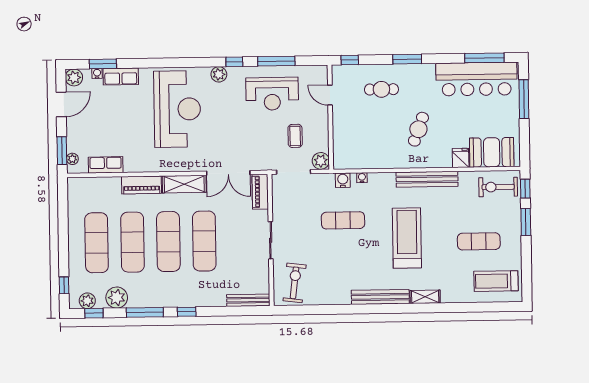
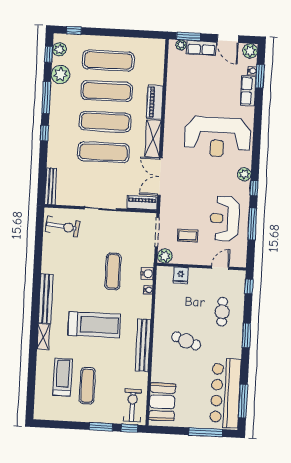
fridge: (461, 158) -> (181, 275), moved, turned 90
row of seats: (106, 165) -> (201, 48), moved, turned 90
treadmill: (496, 281) -> (63, 377), moved

